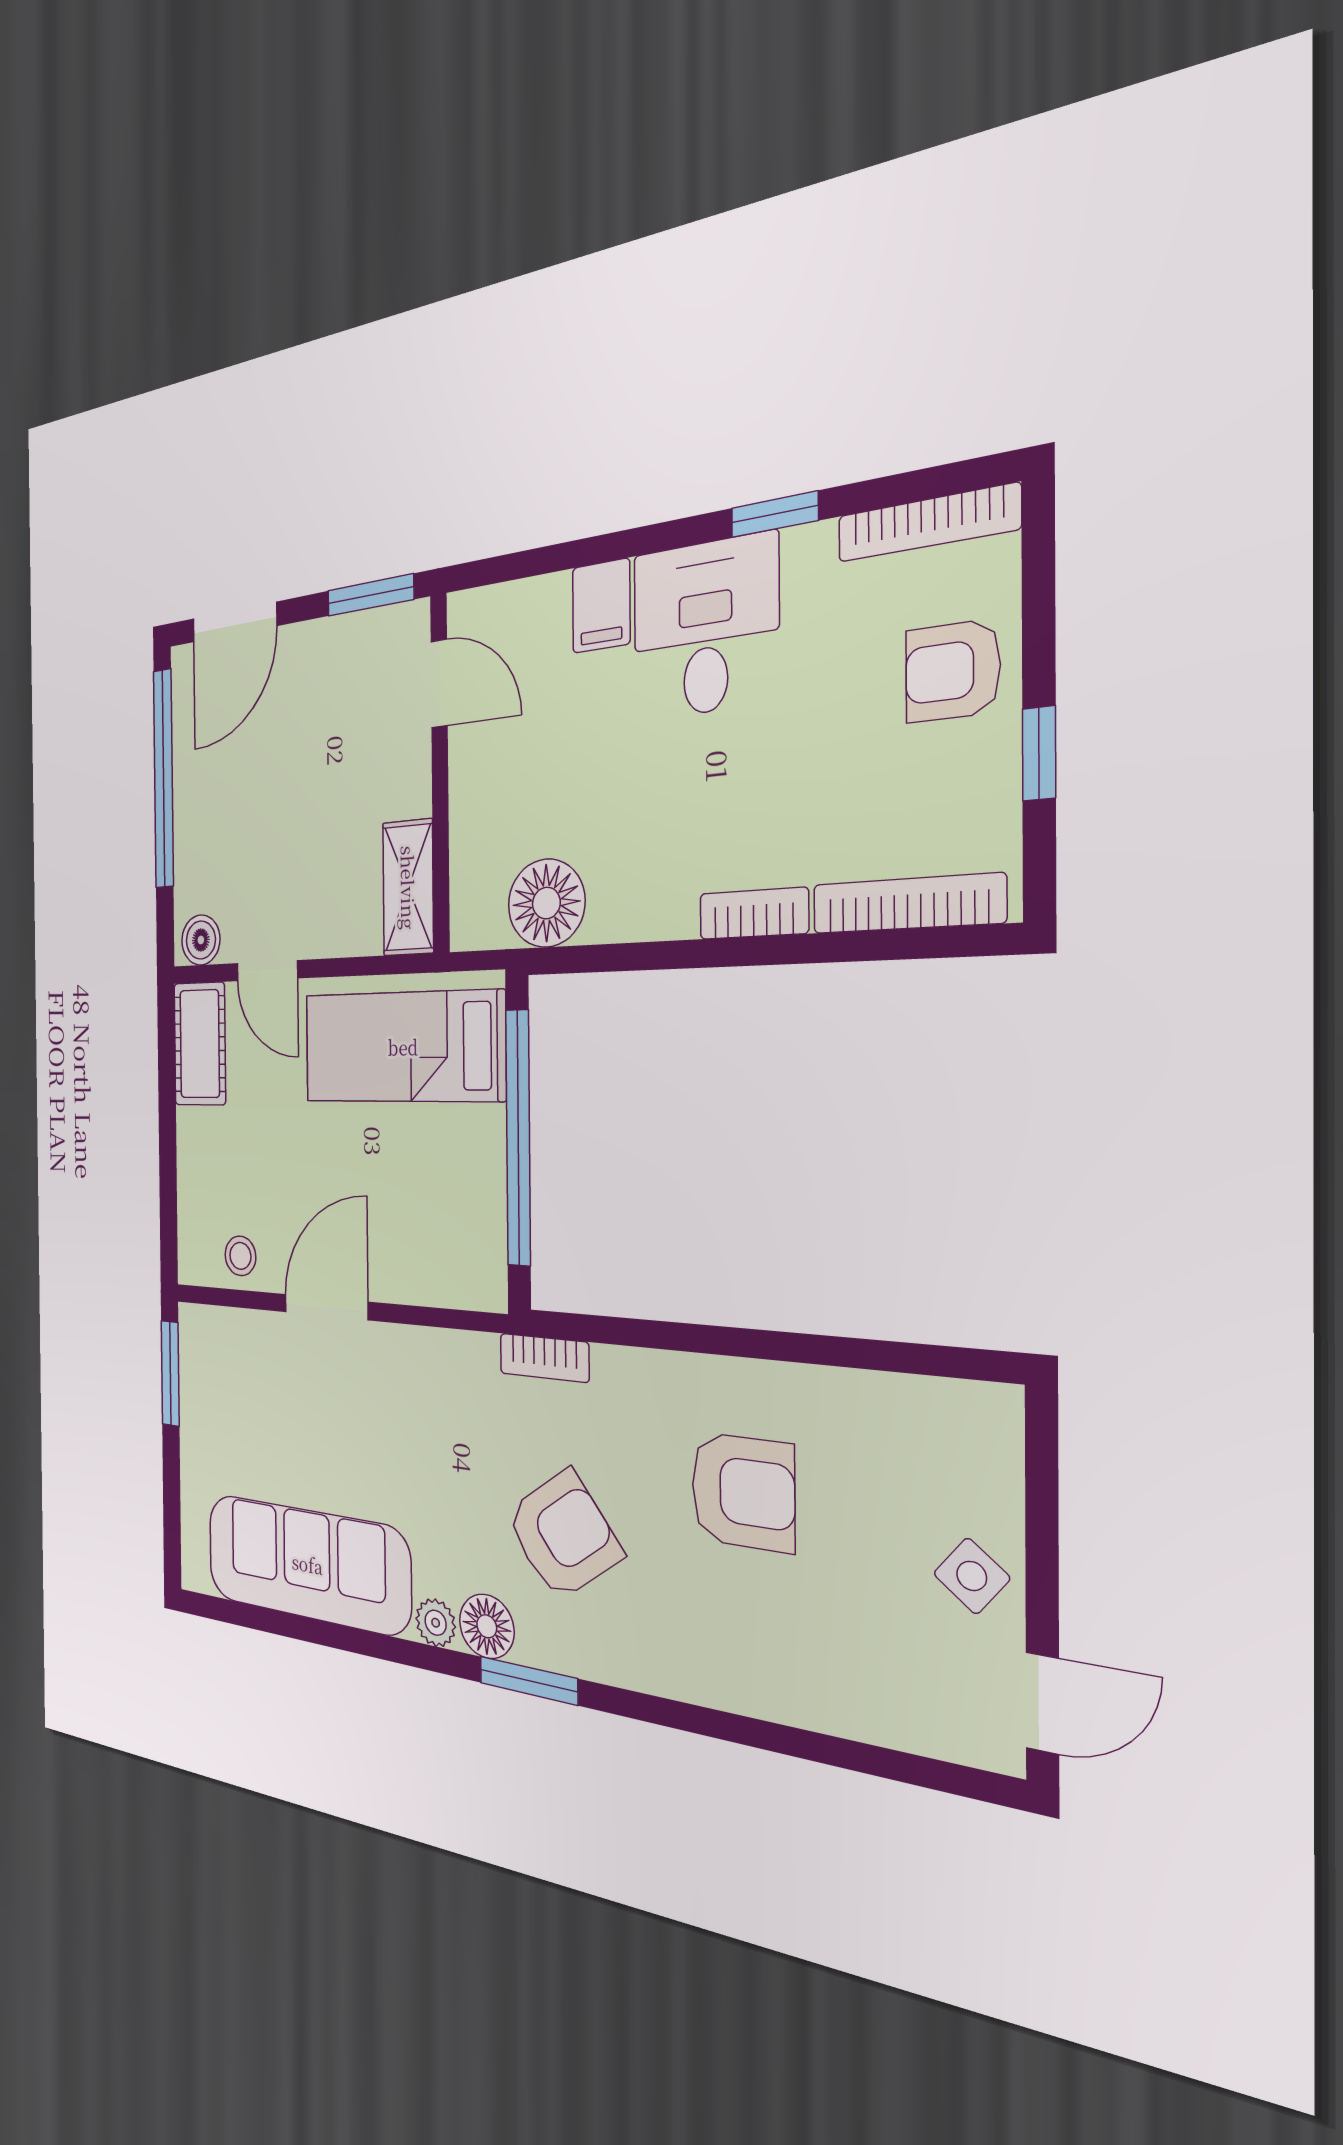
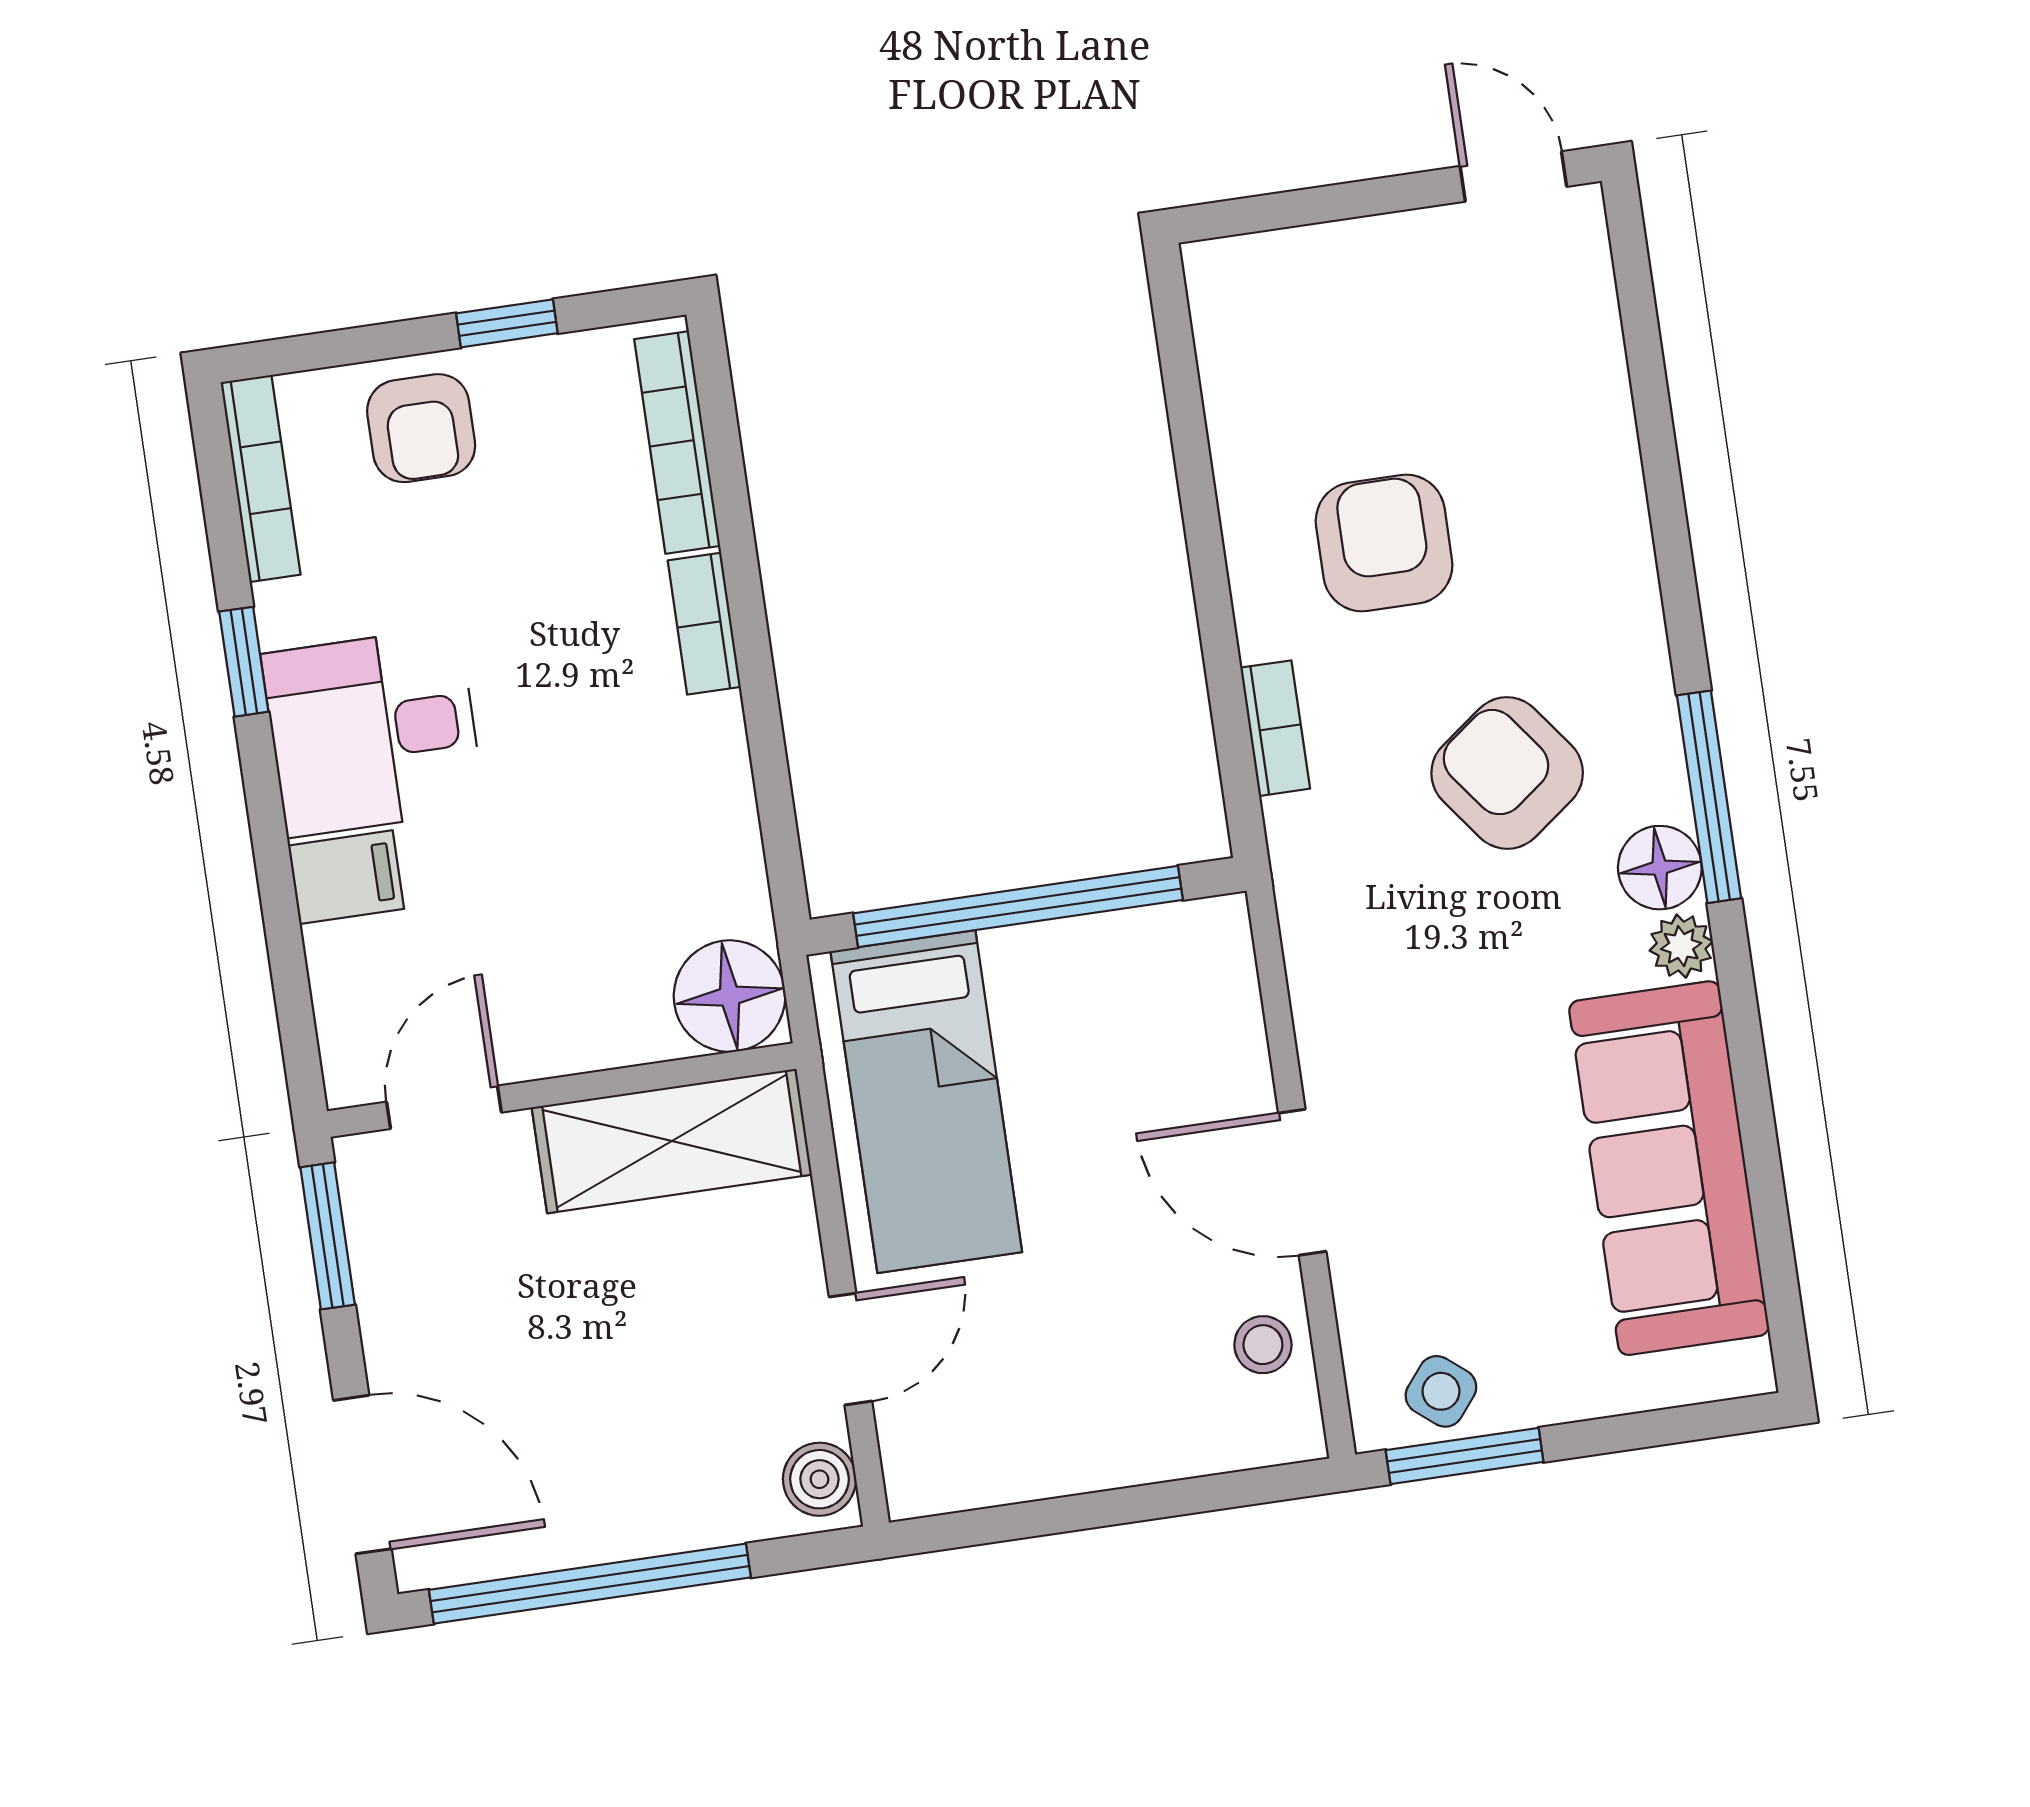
shelving: (408, 888) -> (672, 1141), width x1.50, depth x1.33
floor lamp: (546, 903) -> (730, 996), moved
cot: (200, 1044) -> (970, 1462), removed
bookcase: (544, 1358) -> (1275, 728), moved
side table: (972, 1576) -> (1441, 1391), moved
window: (528, 1681) -> (1709, 797), width x1.44

